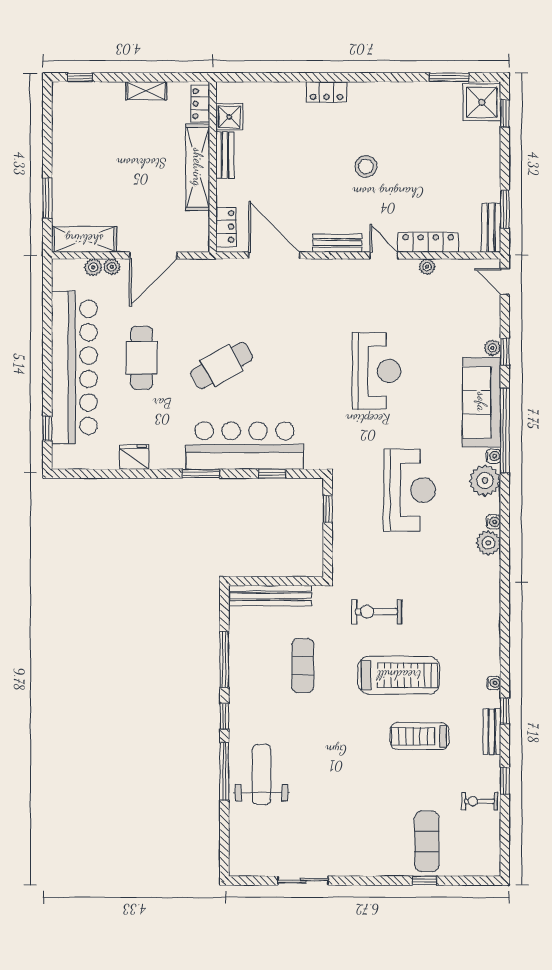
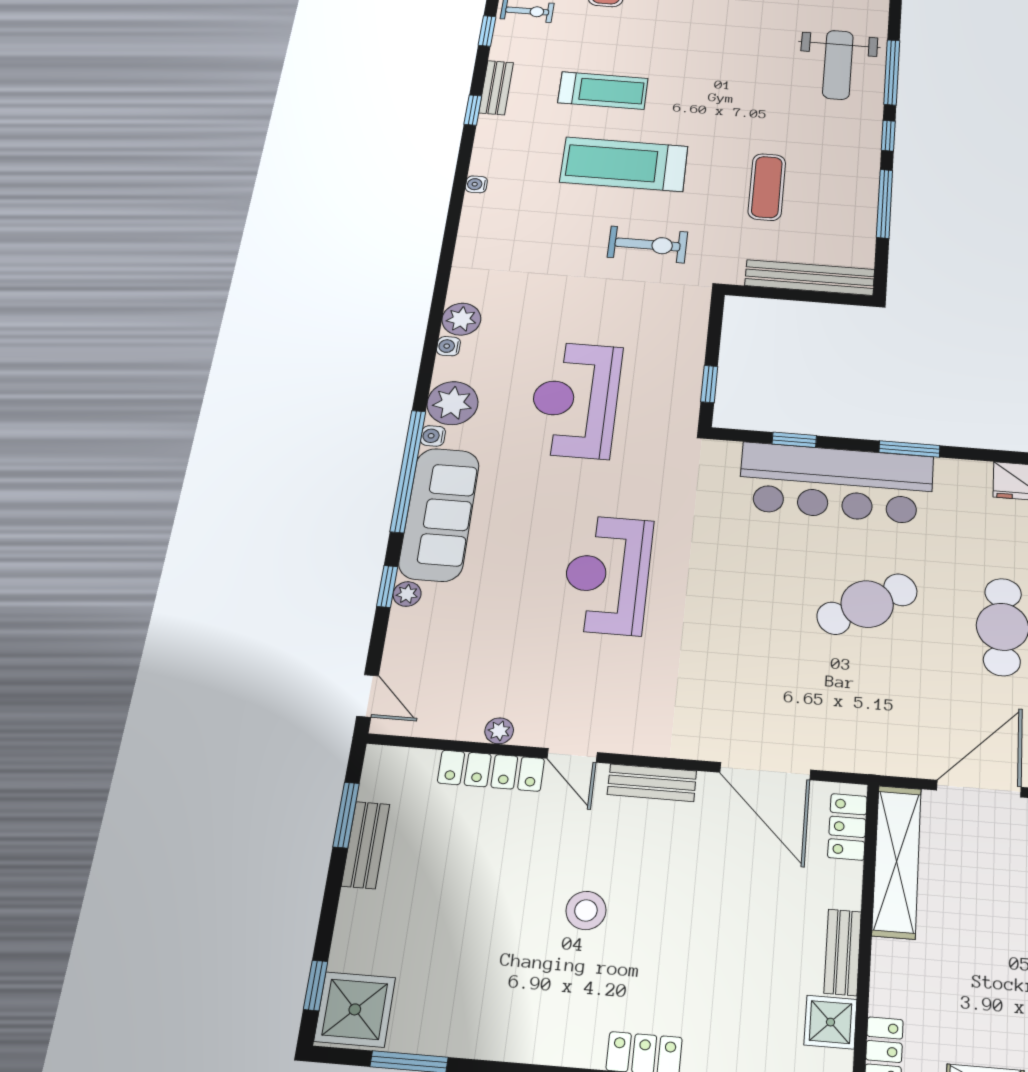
shelving: (198, 167) -> (897, 861), moved
bench: (491, 228) -> (366, 845), moved
water cooler: (494, 683) -> (476, 184), moved

